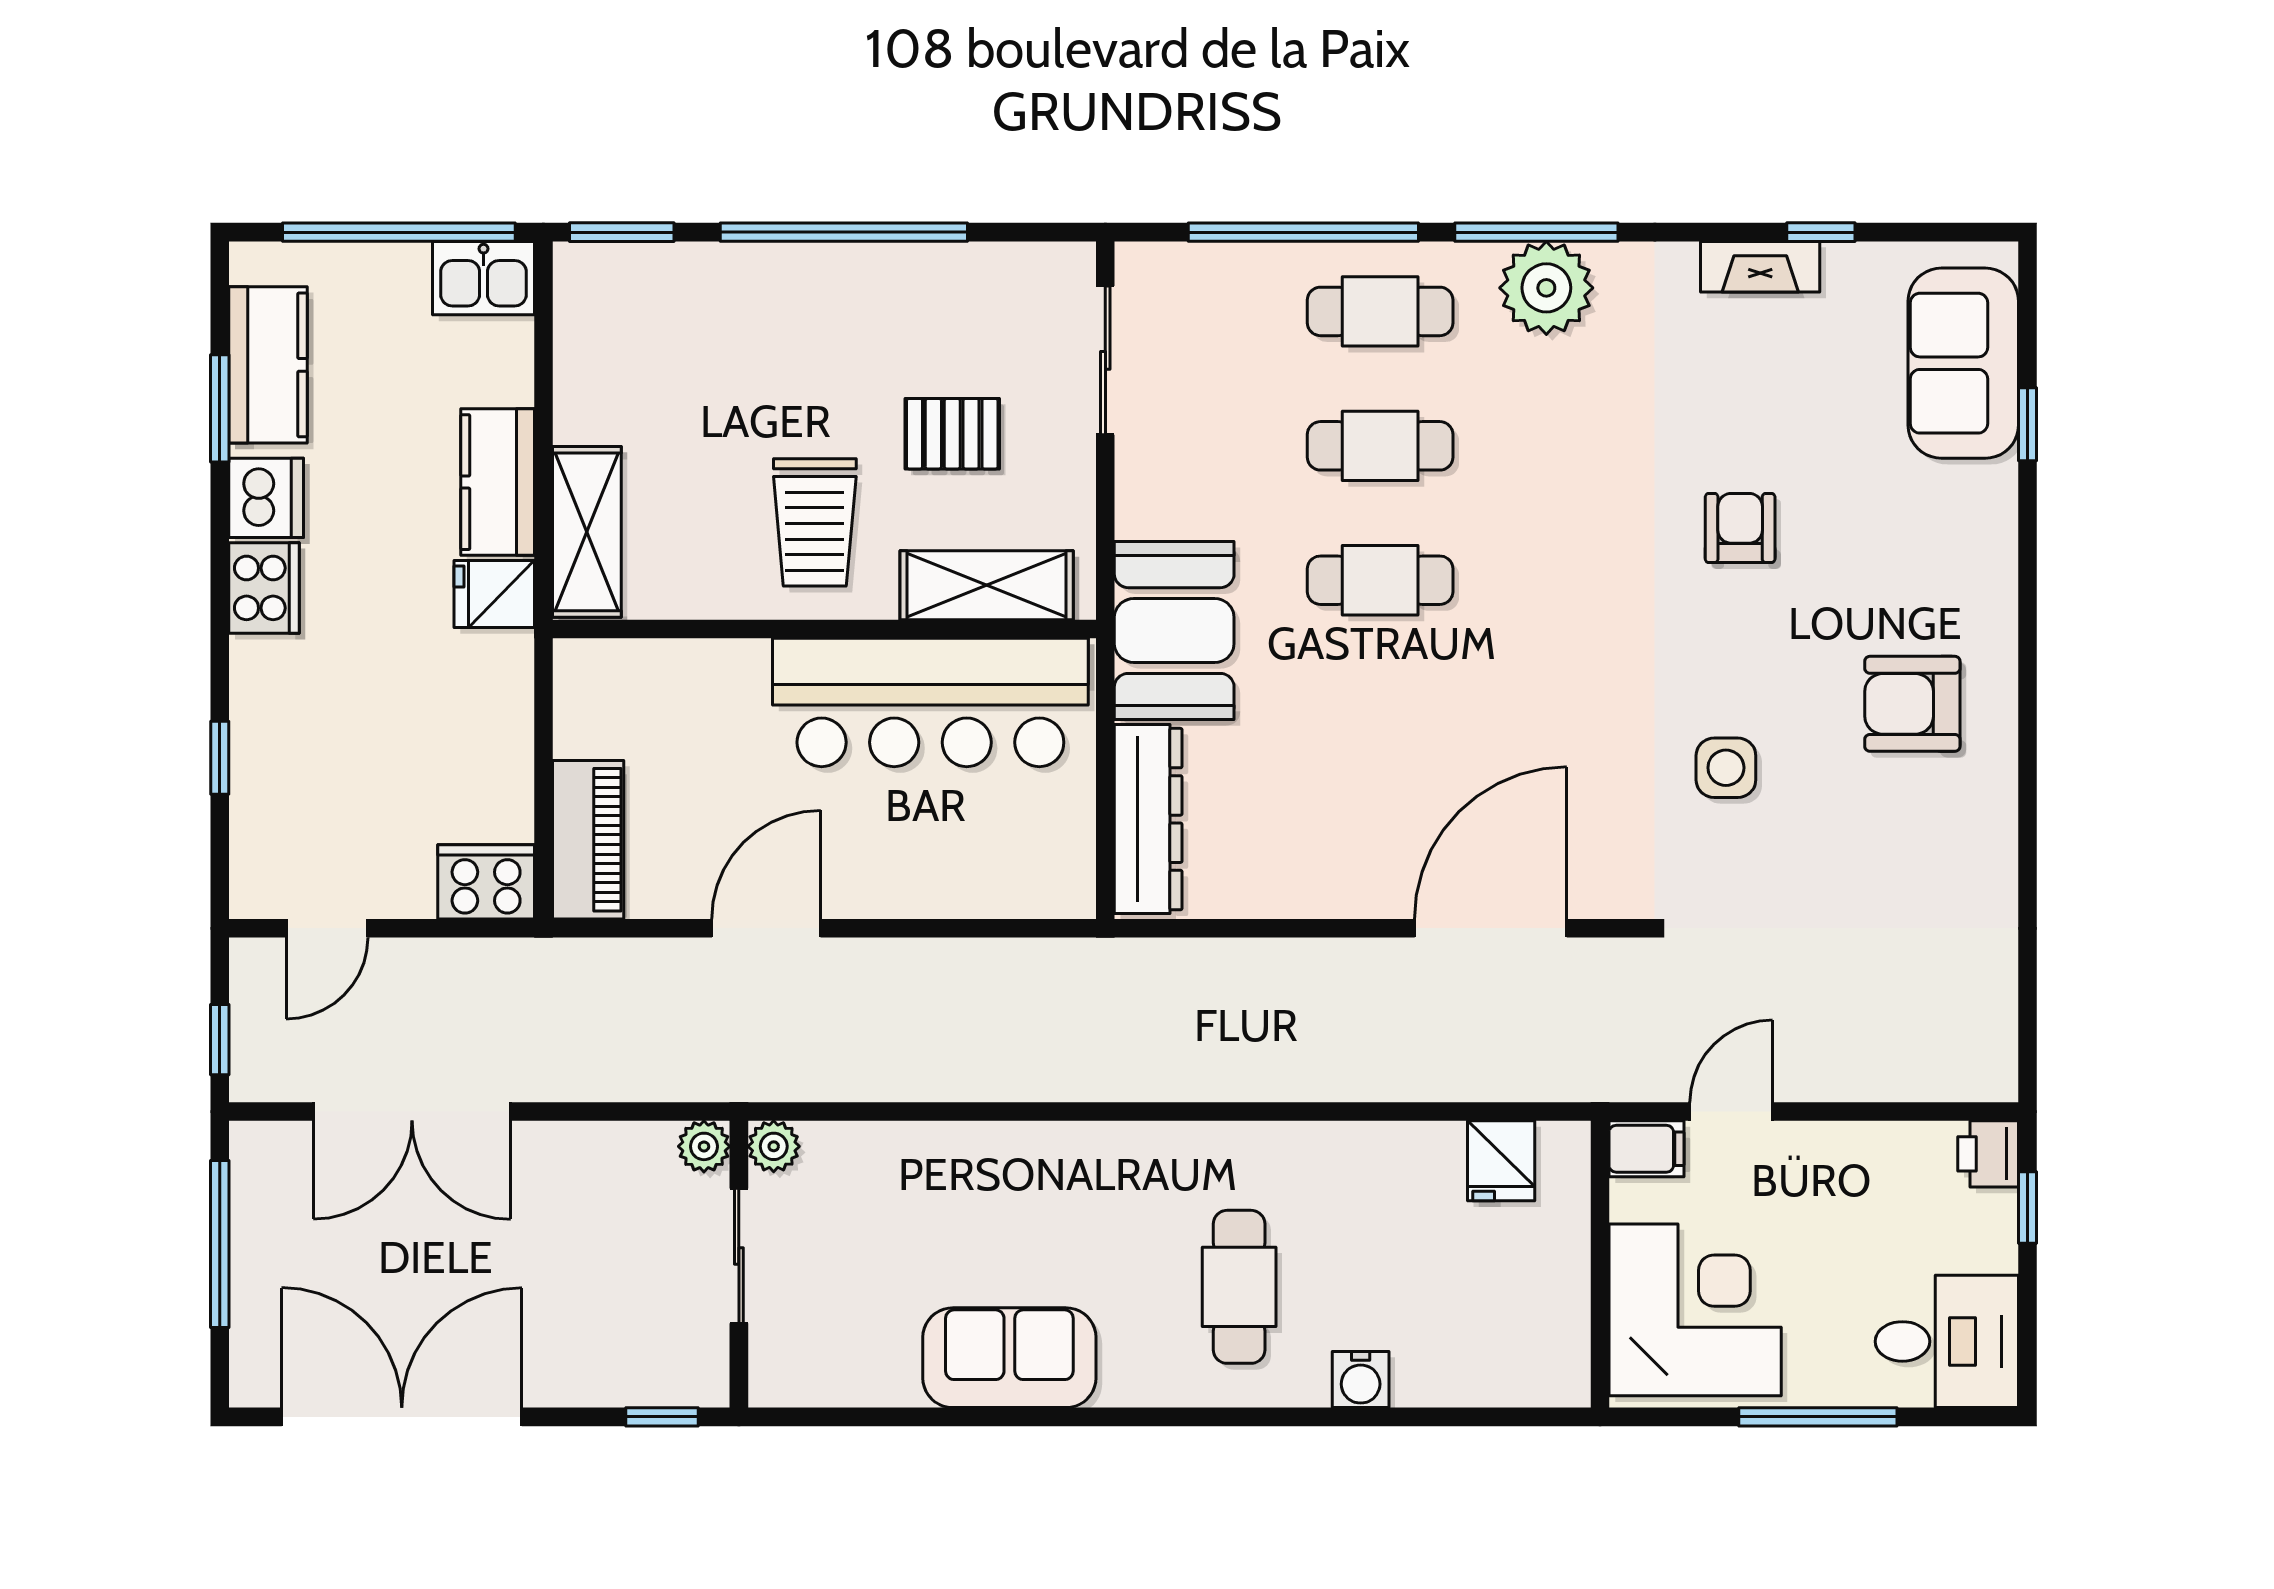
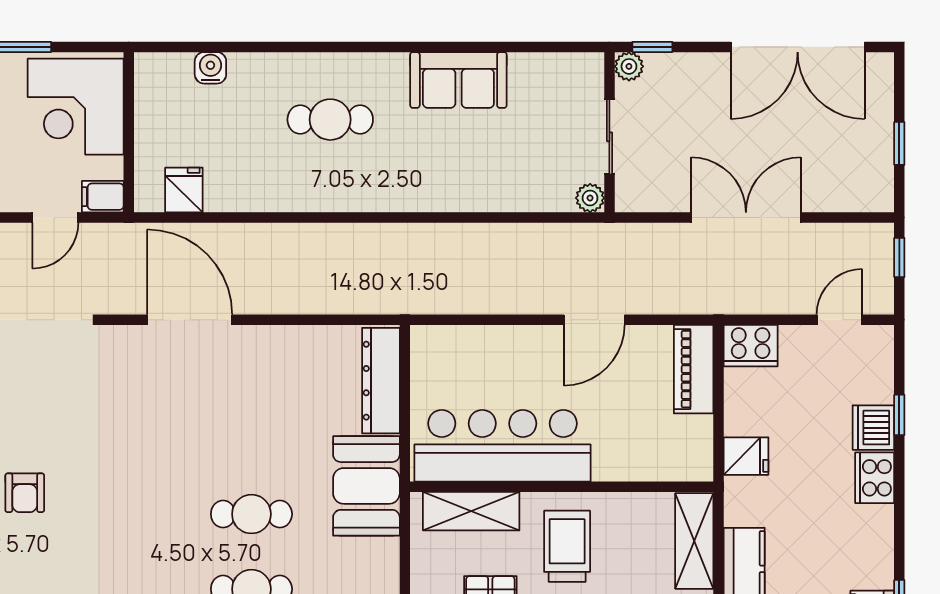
dishwasher: (266, 498) -> (873, 428), moved
armchair: (1740, 528) -> (25, 493), moved
cooker: (264, 588) -> (875, 478), moved
fridge: (494, 594) -> (746, 456), moved
side table: (1726, 768) -> (58, 409), removed
door: (1491, 928) -> (190, 320), swing flipped
double door: (412, 1112) -> (746, 217), moved
plant: (704, 1146) -> (629, 66), moved
window: (220, 1244) -> (899, 143), width x0.46
cafe table: (1239, 1287) -> (330, 120), turned 90
water cooler: (1361, 1380) -> (210, 68), moved

